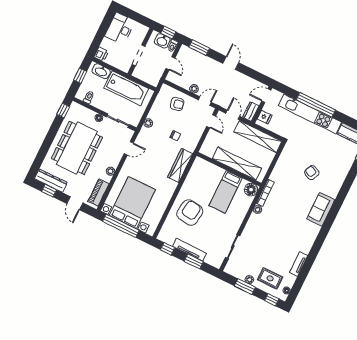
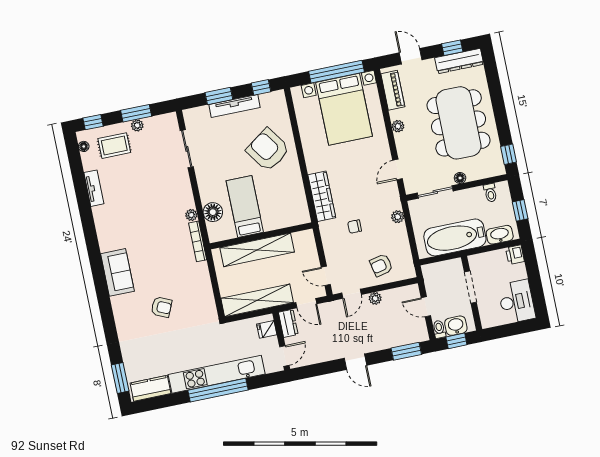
floor lamp: (251, 190) -> (213, 212), moved
armchair: (190, 212) -> (268, 150), turned 137

